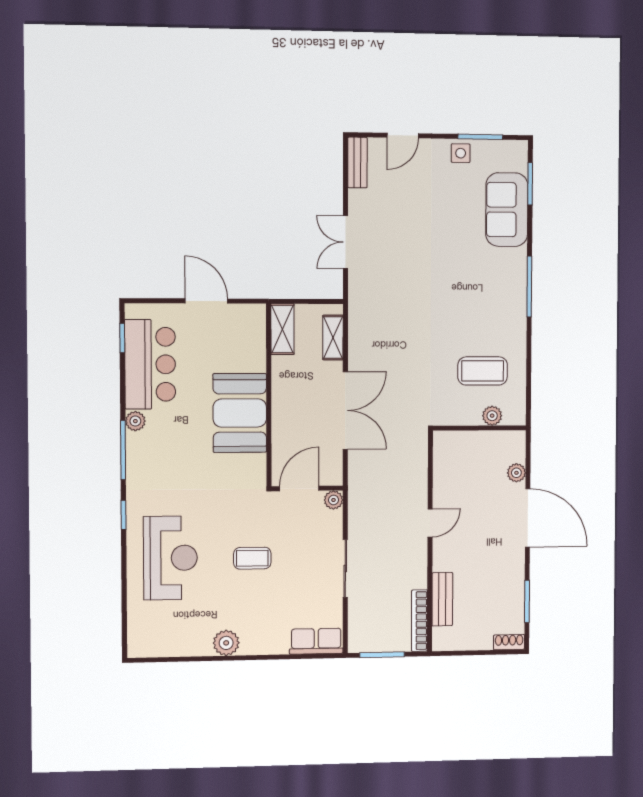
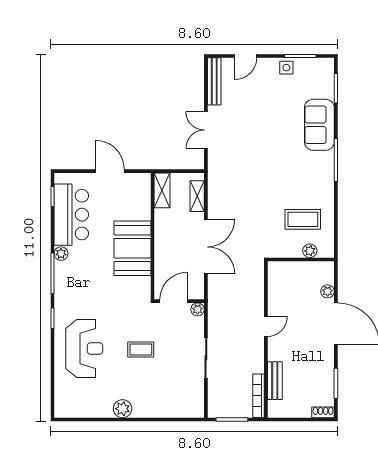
bench: (357, 163) -> (214, 81), width x1.36
sofa: (507, 210) -> (319, 125), moved
row of seats: (316, 641) -> (185, 409), removed

